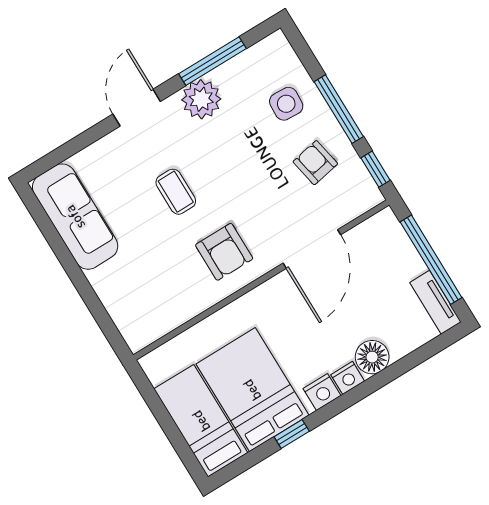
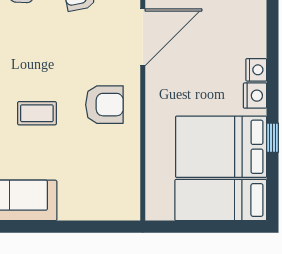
door: (312, 249) -> (143, 37), hinge flipped
floor lamp: (372, 357) -> (252, 42), removed

